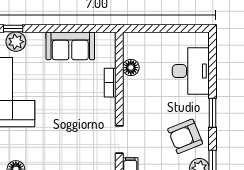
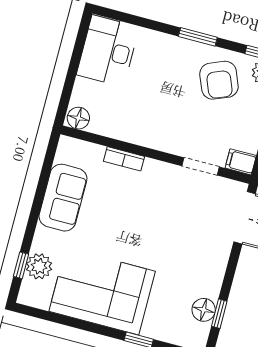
floor lamp: (131, 68) -> (78, 118), moved
desk: (191, 71) -> (108, 51), moved, turned -90

